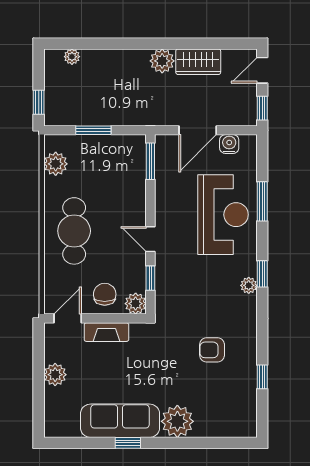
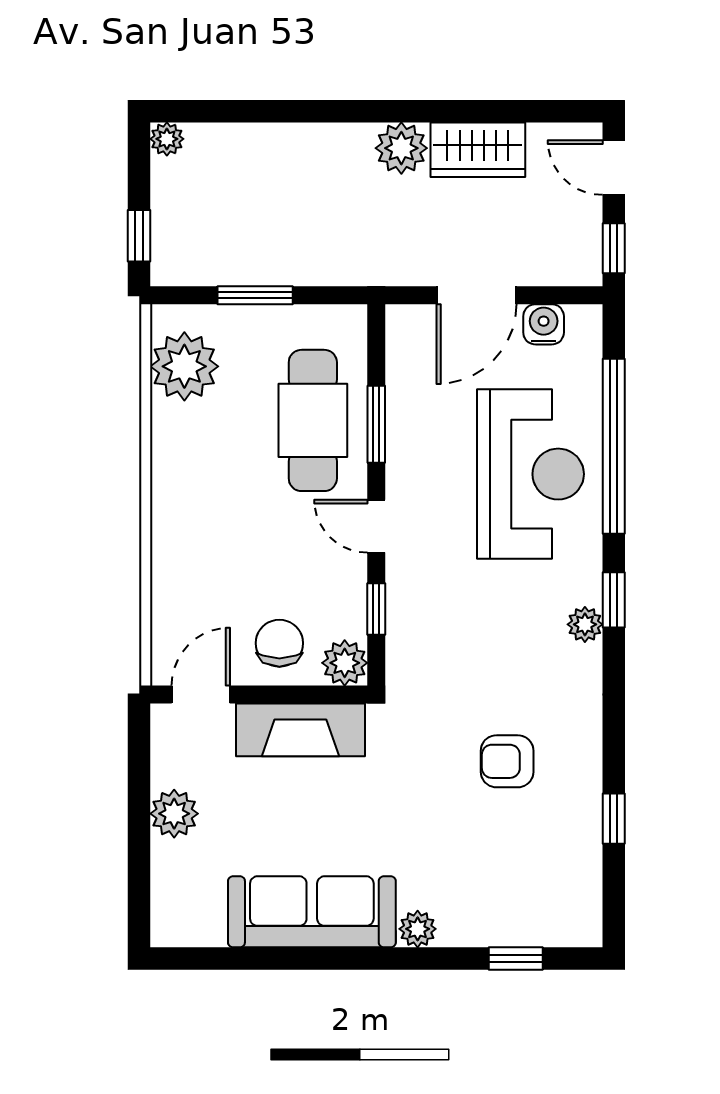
plant: (72, 57) -> (167, 139), moved
door: (262, 70) -> (614, 168), hinge flipped
window: (150, 161) -> (376, 424), moved
plant: (56, 164) -> (184, 366), width x1.36, depth x1.36
window: (262, 201) -> (614, 446), width x2.11
cafe table: (74, 231) -> (313, 420), moved
fireplace: (106, 332) -> (300, 730), width x1.37, depth x1.32
plant: (177, 421) -> (418, 929), width x0.53, depth x0.53
window: (128, 443) -> (516, 958), moved

